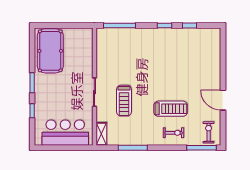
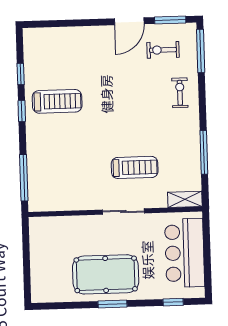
pool table: (50, 51) -> (106, 274), moved
treadmill: (171, 109) -> (57, 101), moved, turned 90
window: (32, 111) -> (173, 302), moved
window: (223, 128) -> (170, 20), added
exercise bike: (209, 132) -> (163, 50), moved

